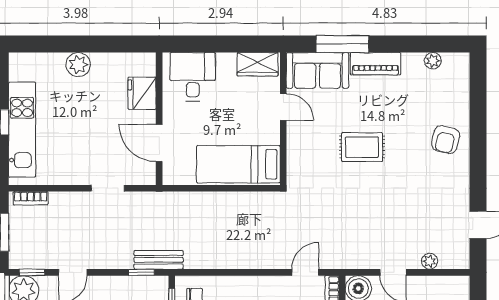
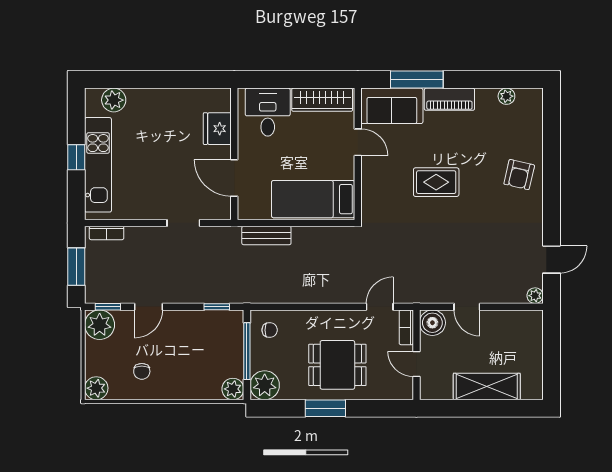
wardrobe: (258, 64) -> (322, 100), width x1.50
plant: (78, 65) -> (114, 100), moved
bench: (159, 260) -> (266, 235), moved
plant: (430, 261) -> (535, 296), moved

